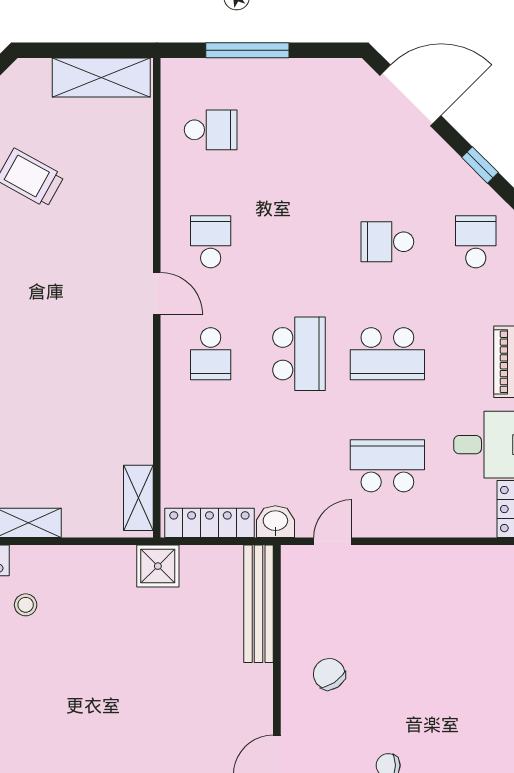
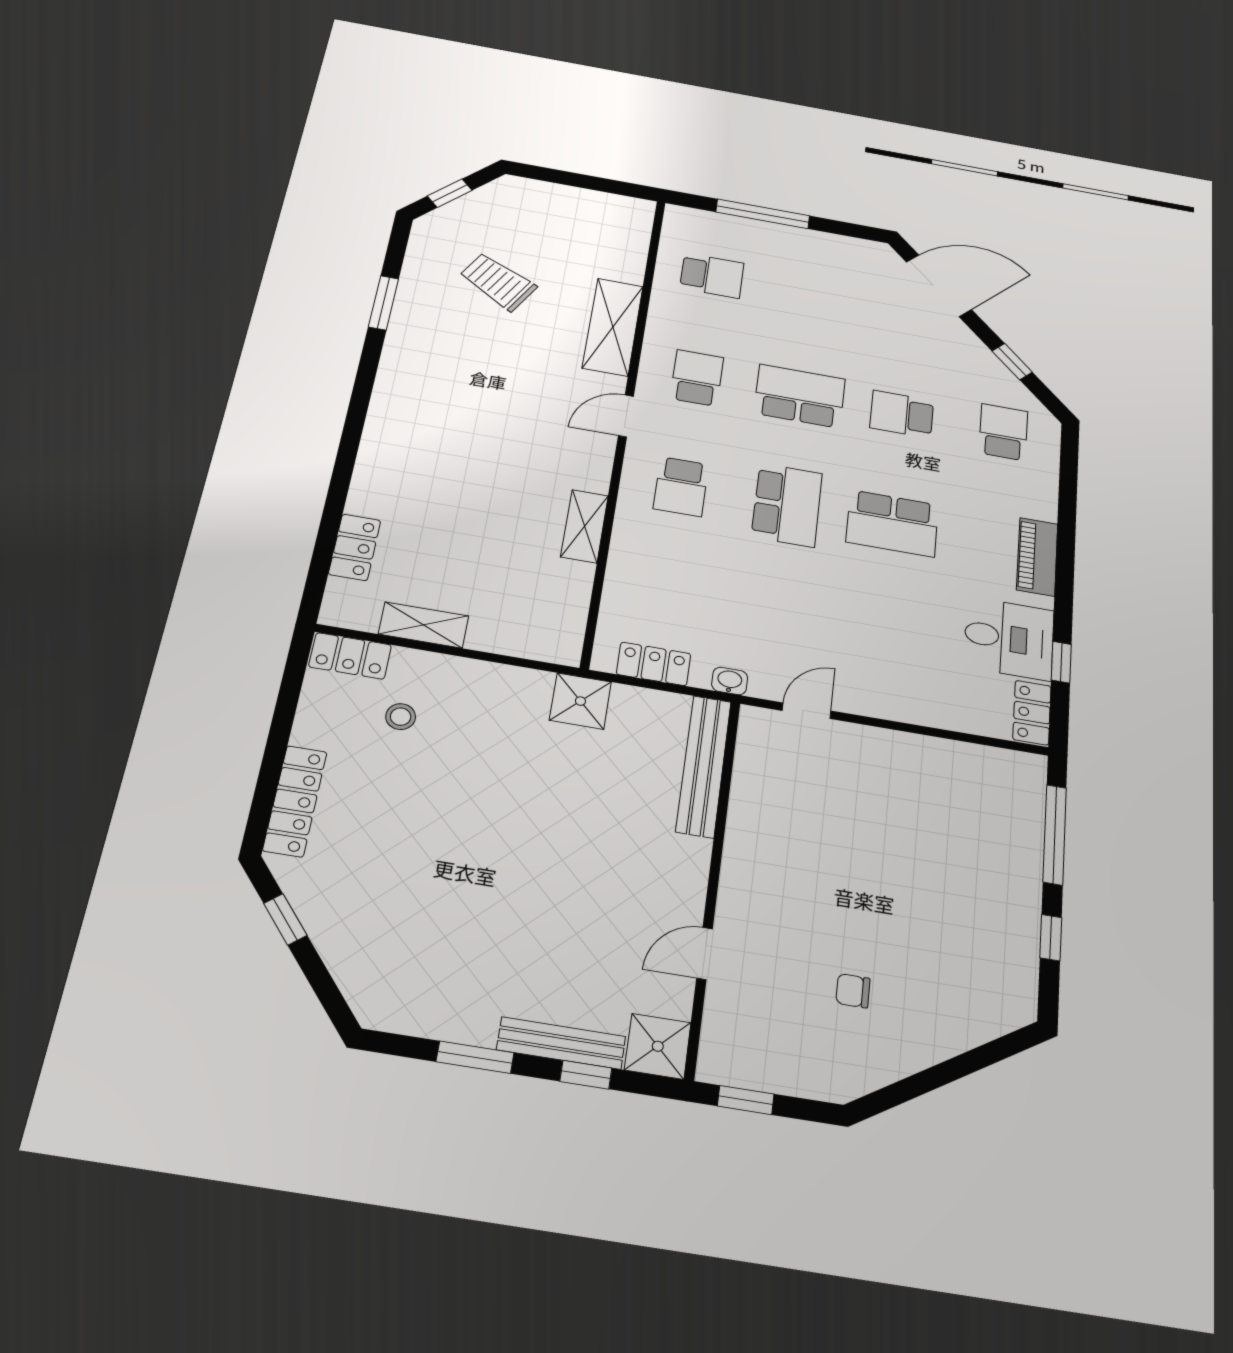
shelving: (101, 78) -> (613, 327), moved, turned 90
door: (157, 293) -> (626, 416), swing flipped
school desk: (387, 466) -> (800, 396), moved
shelving: (138, 498) -> (584, 526), moved
washbasin: (275, 522) -> (730, 681), width x0.72, depth x0.69
locker: (209, 523) -> (654, 664), width x0.66
chair: (329, 674) -> (786, 864), removed

